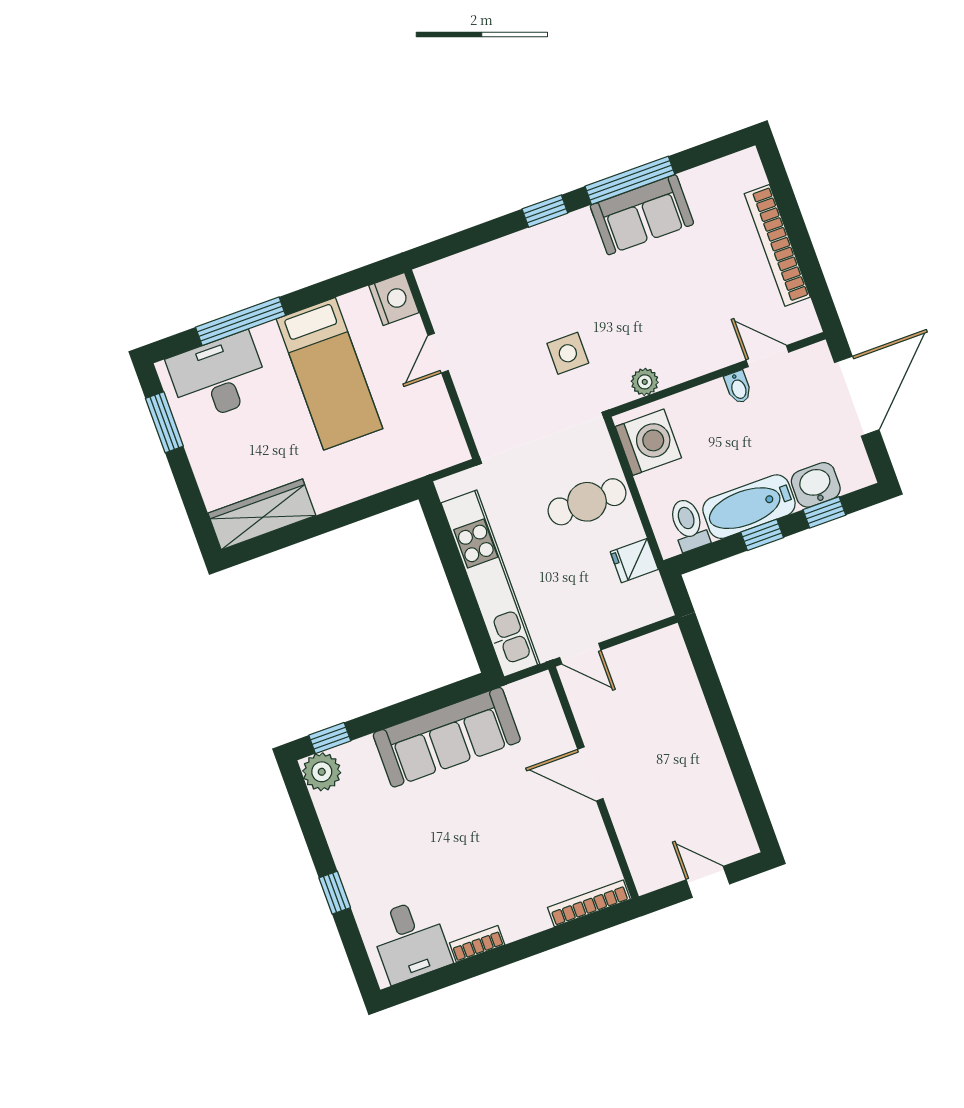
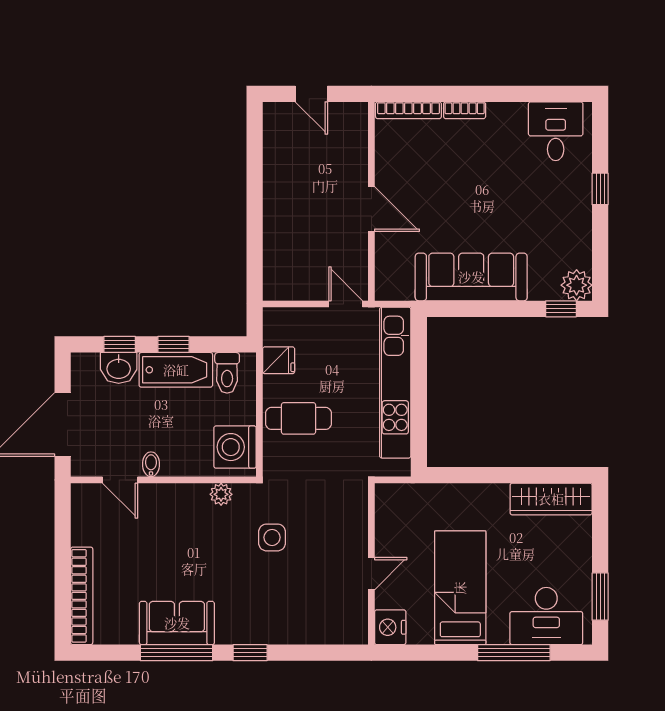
bookcase: (777, 245) -> (82, 596), moved
bookcase: (477, 944) -> (465, 110), moved

